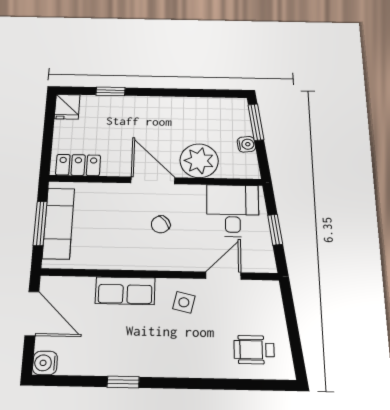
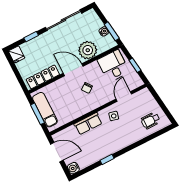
sliding door: (183, 93) -> (64, 20), added
window: (256, 122) -> (112, 31), moved
locker: (78, 165) -> (43, 77), width x1.53

